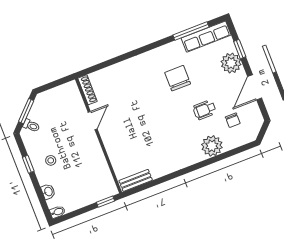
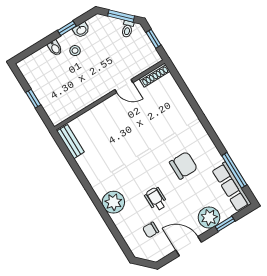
window: (53, 84) -> (154, 39), added
toilet: (31, 126) -> (127, 29), moved
plant: (212, 146) -> (113, 202), moved
washbasin: (48, 192) -> (81, 30), moved
window: (105, 202) -> (33, 99), moved
bidet: (58, 212) -> (55, 48), moved

